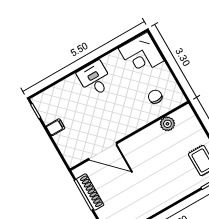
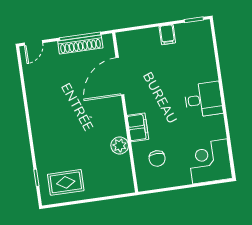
chair: (155, 97) -> (157, 159), turned 90
filing cabinet: (137, 121) -> (138, 127), added
plant: (167, 124) -> (120, 145), moved

